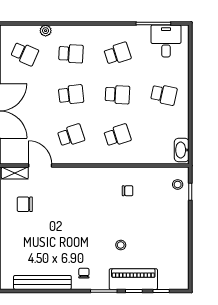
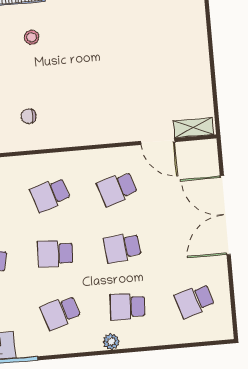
plant: (46, 31) -> (111, 342), moved
school desk: (25, 54) -> (194, 301), turned -42
chair: (25, 204) -> (175, 84), removed

